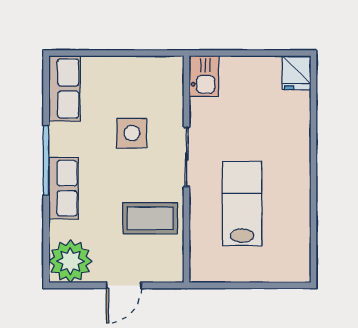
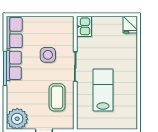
row of seats: (63, 188) -> (14, 65), moved
coffee table: (150, 218) -> (57, 97), turned 90

